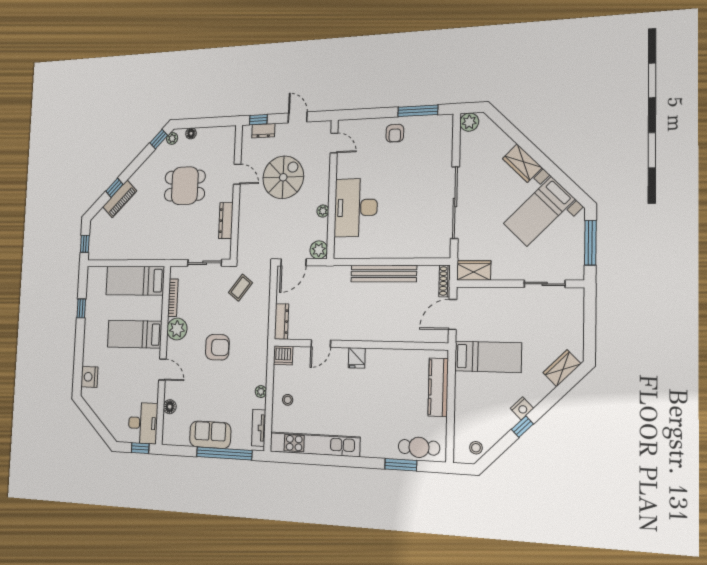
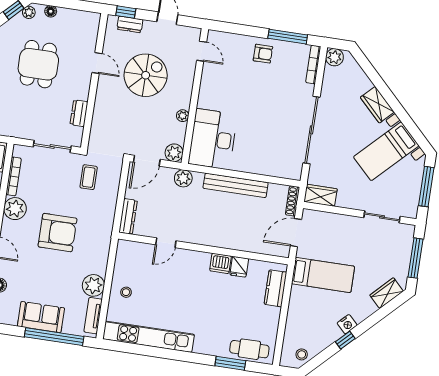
armchair: (395, 133) -> (263, 54), turned -90
bookcase: (448, 134) -> (313, 64), added
dining table: (185, 186) -> (38, 64), turned 90
desk: (356, 208) -> (213, 139), moved
dresser: (226, 221) -> (79, 113), width x0.70
plant: (331, 274) -> (183, 178), added
coffee table: (240, 288) -> (89, 177), turned -38
window: (590, 325) -> (415, 258), added
armchair: (217, 347) -> (57, 233), width x1.36, depth x1.36
dishwasher: (283, 355) -> (220, 263), moved
fridge: (357, 358) -> (239, 267), moved
kitchen counter: (438, 387) -> (275, 288), width x0.67
plant: (261, 392) -> (93, 285), width x1.87, depth x1.87

